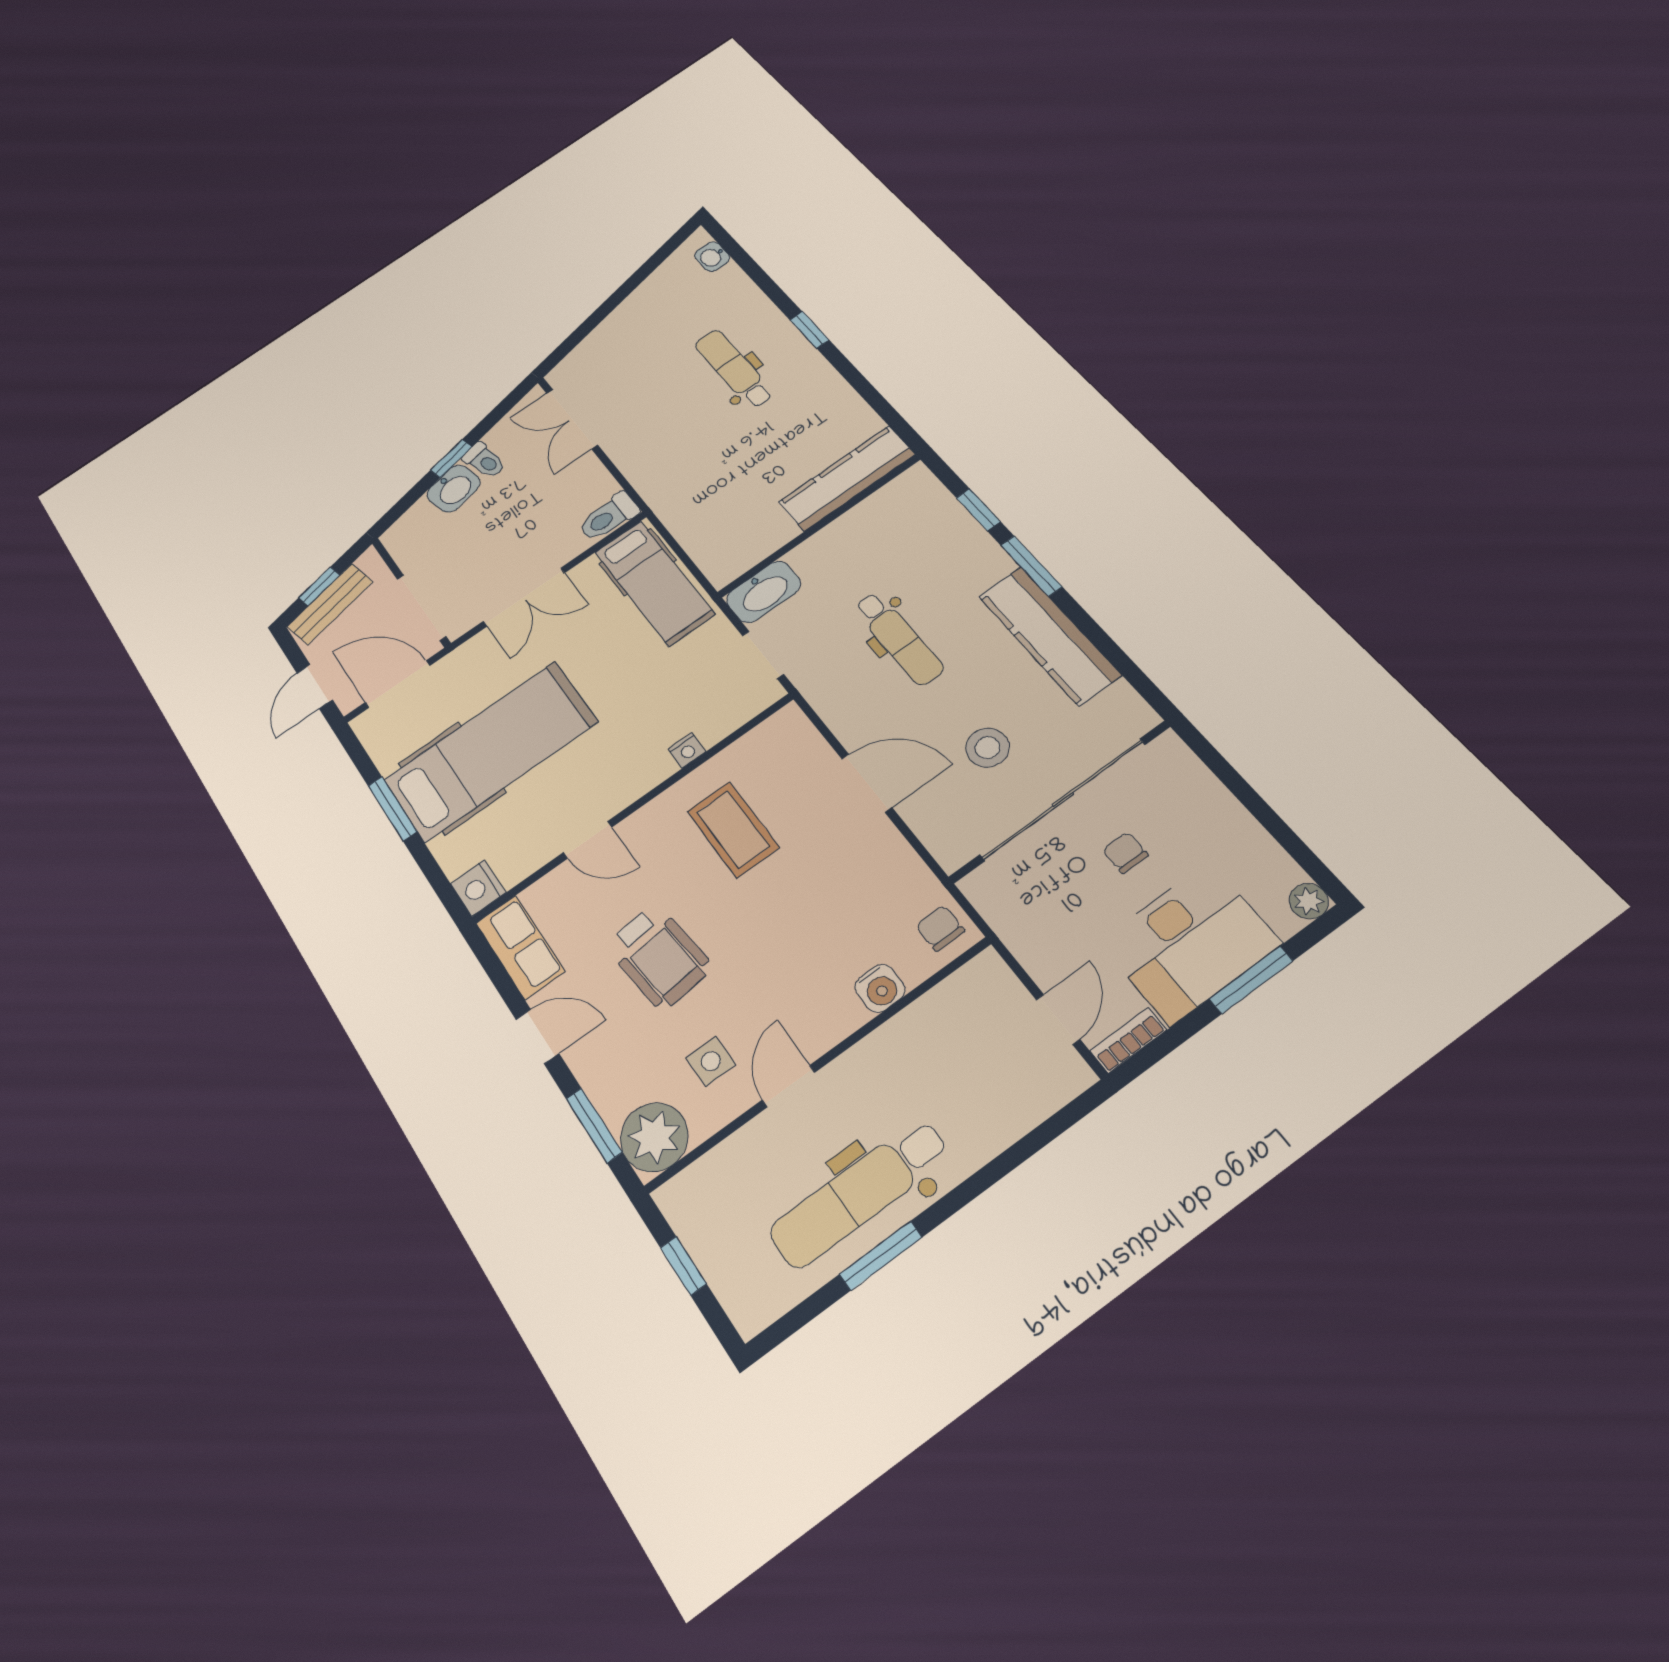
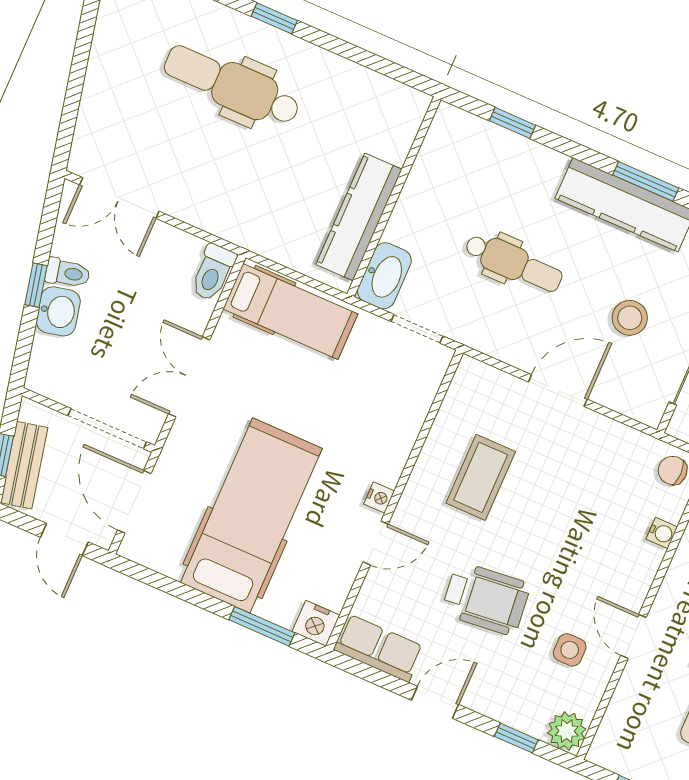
dental chair: (734, 369) -> (232, 85), width x1.36, depth x1.38
kitchen counter: (847, 478) -> (359, 217), moved
window: (1031, 566) -> (646, 181), moved
double door: (524, 597) -> (189, 377), swing flipped
door: (398, 684) -> (134, 502), hinge flipped
nightstand: (687, 750) -> (379, 498), moved
window: (392, 809) -> (262, 626), moved
coffee table: (733, 829) -> (481, 477), turned 90
water cooler: (880, 988) -> (662, 533), width x0.72, depth x0.72
window: (594, 1125) -> (516, 738), width x0.67
plant: (654, 1137) -> (567, 731), width x0.73, depth x0.73

